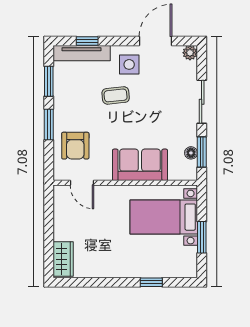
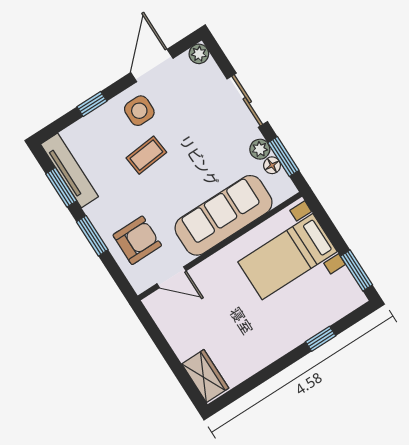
window: (87, 41) -> (92, 104), moved
tv unit: (82, 53) -> (69, 170), moved, turned -90
plant: (190, 138) -> (260, 149), added
armchair: (75, 146) -> (137, 240), turned -90
sofa: (140, 165) -> (224, 215), width x1.36
window: (202, 237) -> (357, 270), moved

